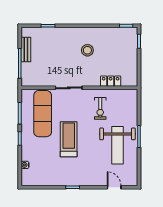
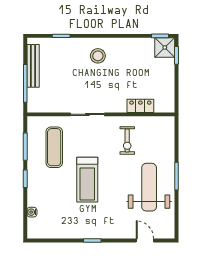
shower: (130, 35) -> (165, 48), added
bench: (26, 50) -> (33, 66), width x1.36
stool: (87, 50) -> (98, 56), moved
exercise mat: (43, 114) -> (54, 147), width x0.73, depth x0.69
treadmill: (69, 139) -> (87, 180), turned 180
weight bench: (117, 145) -> (149, 187), turned 180

